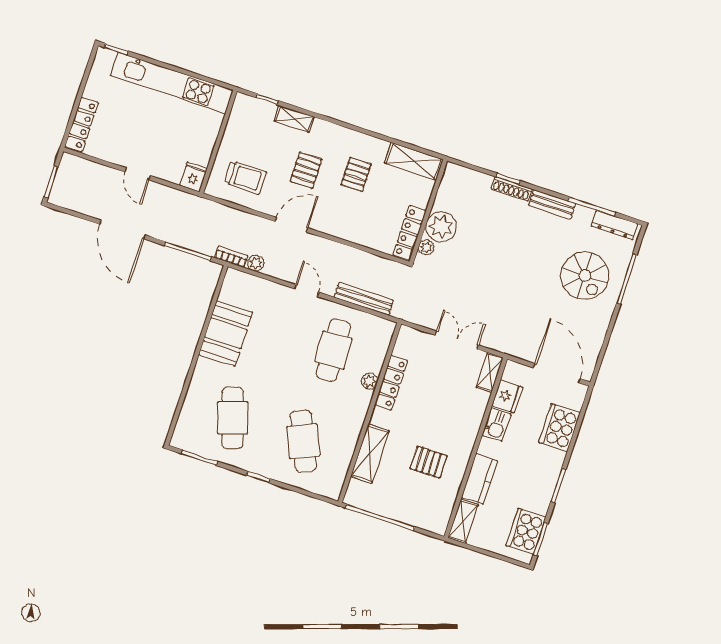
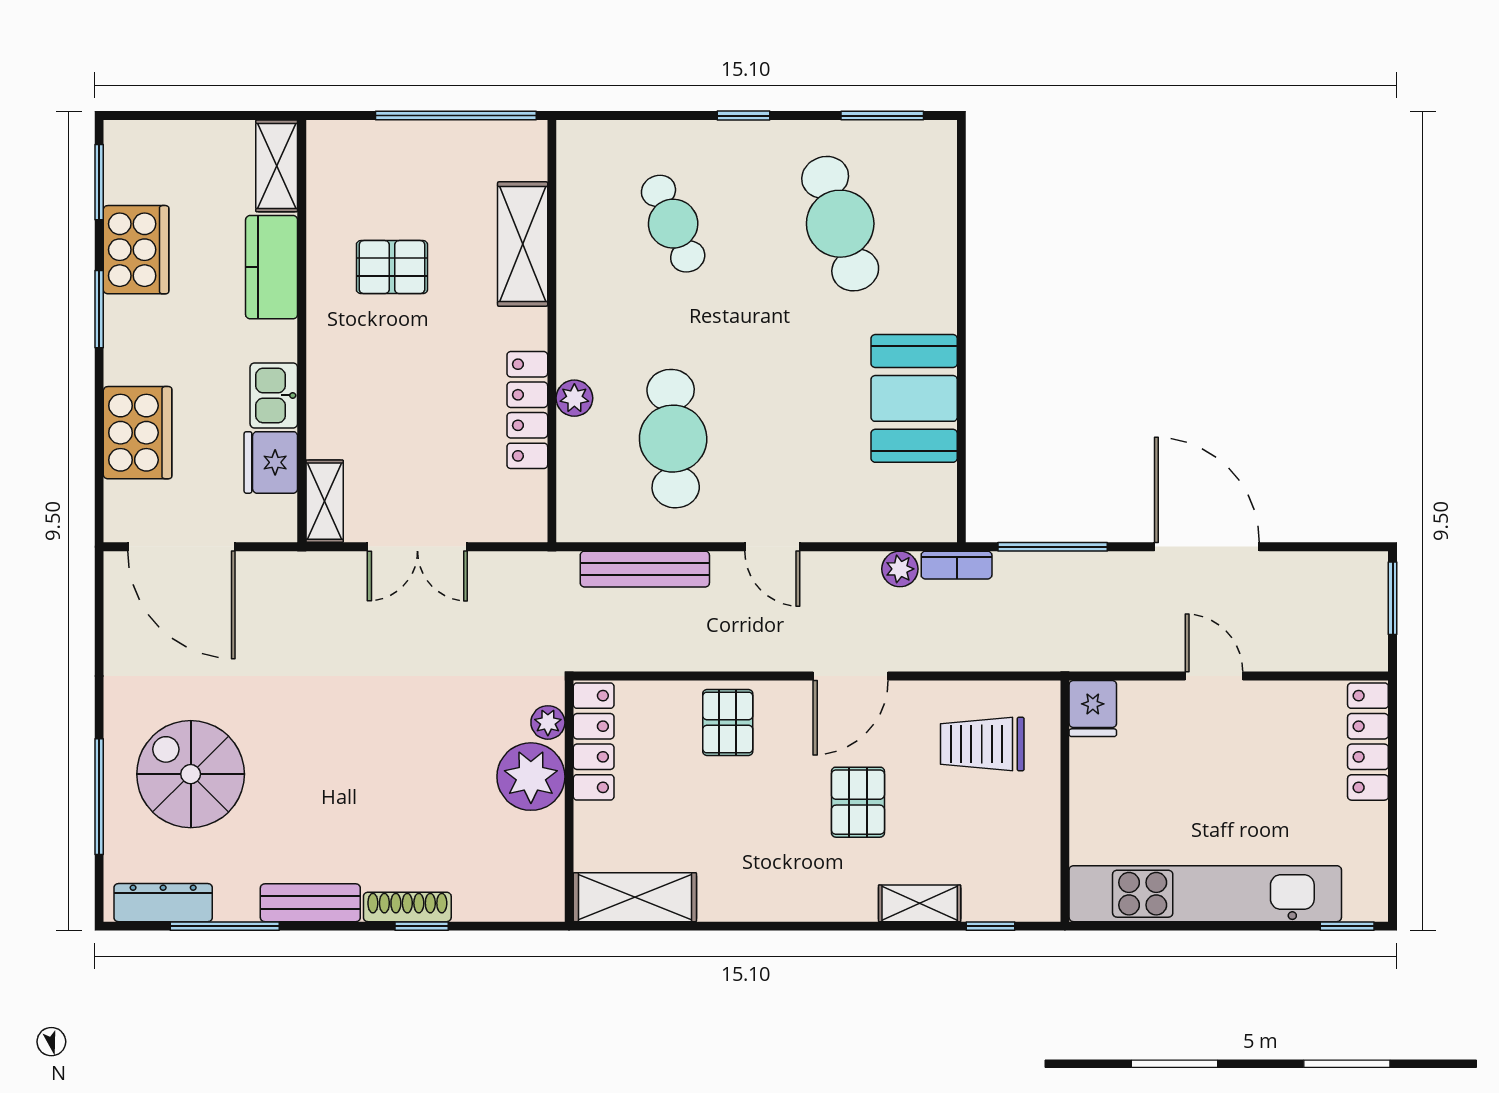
pallet: (356, 174) -> (728, 722), moved
cafe table: (303, 441) -> (673, 224), width x0.73, depth x0.74
cooker: (526, 531) -> (136, 250), moved

